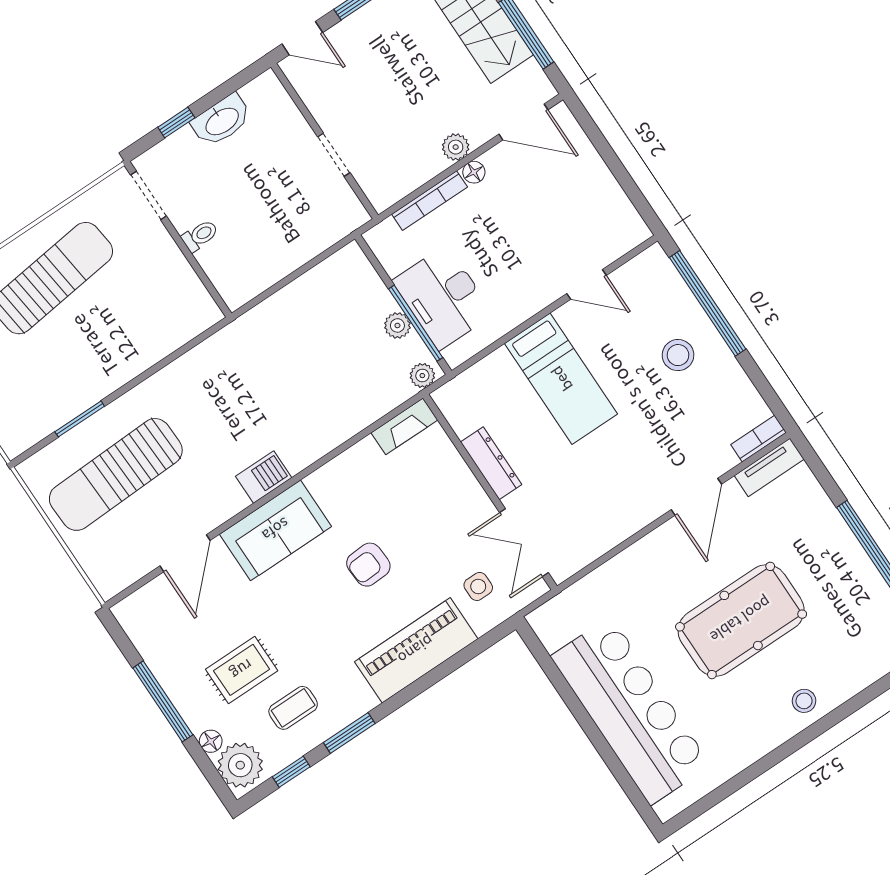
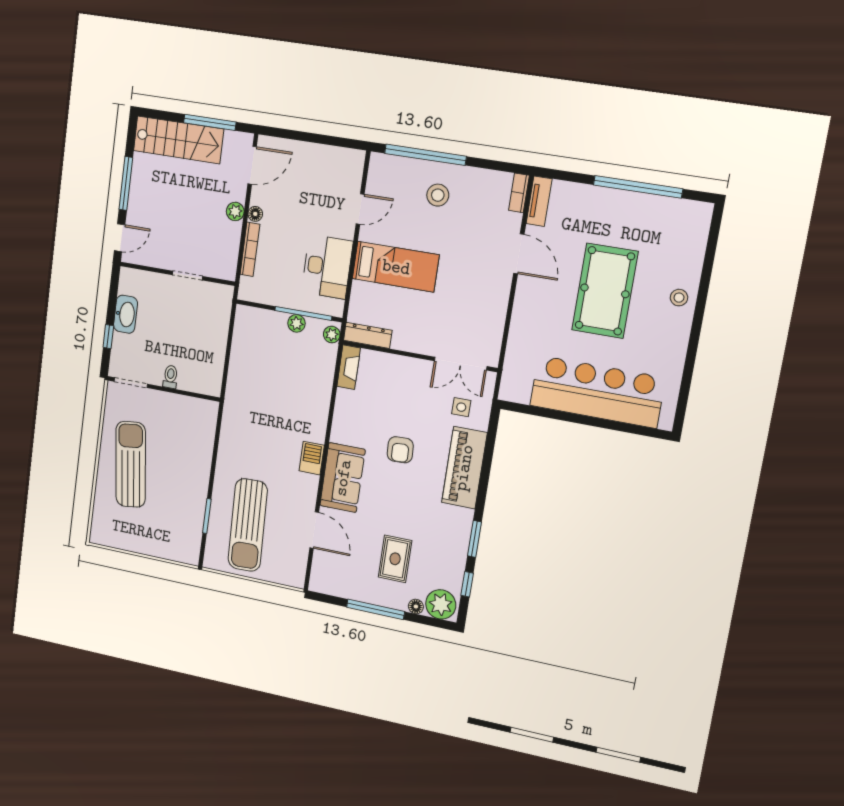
desk: (443, 297) -> (327, 267), moved, turned -90
dresser: (491, 463) -> (368, 335), moved
coffee table: (293, 708) -> (437, 553), removed

